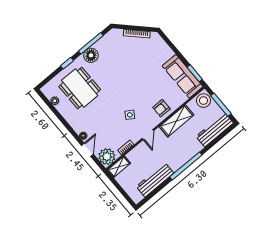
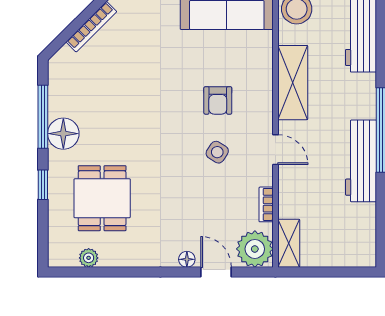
dining table: (80, 88) -> (102, 198), width x0.73
armchair: (161, 108) -> (218, 100), moved
workbench: (155, 180) -> (361, 161), moved

